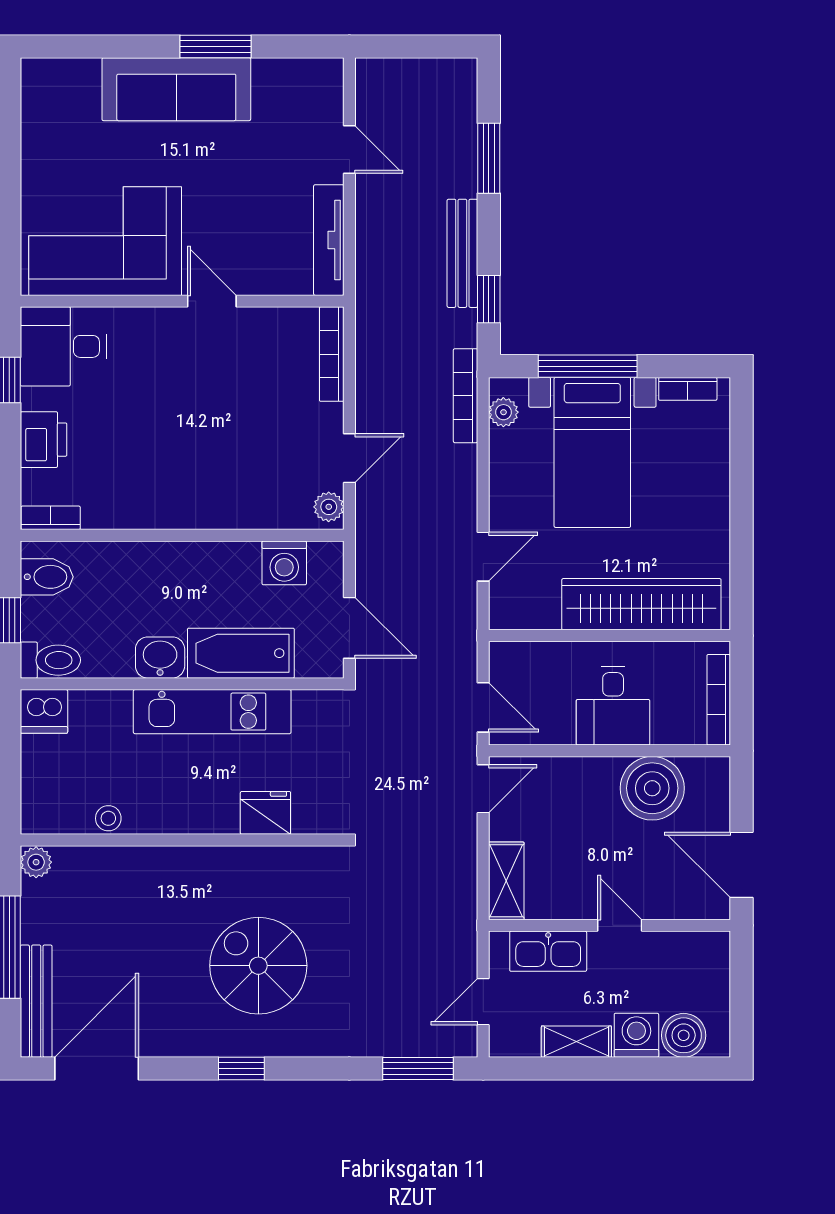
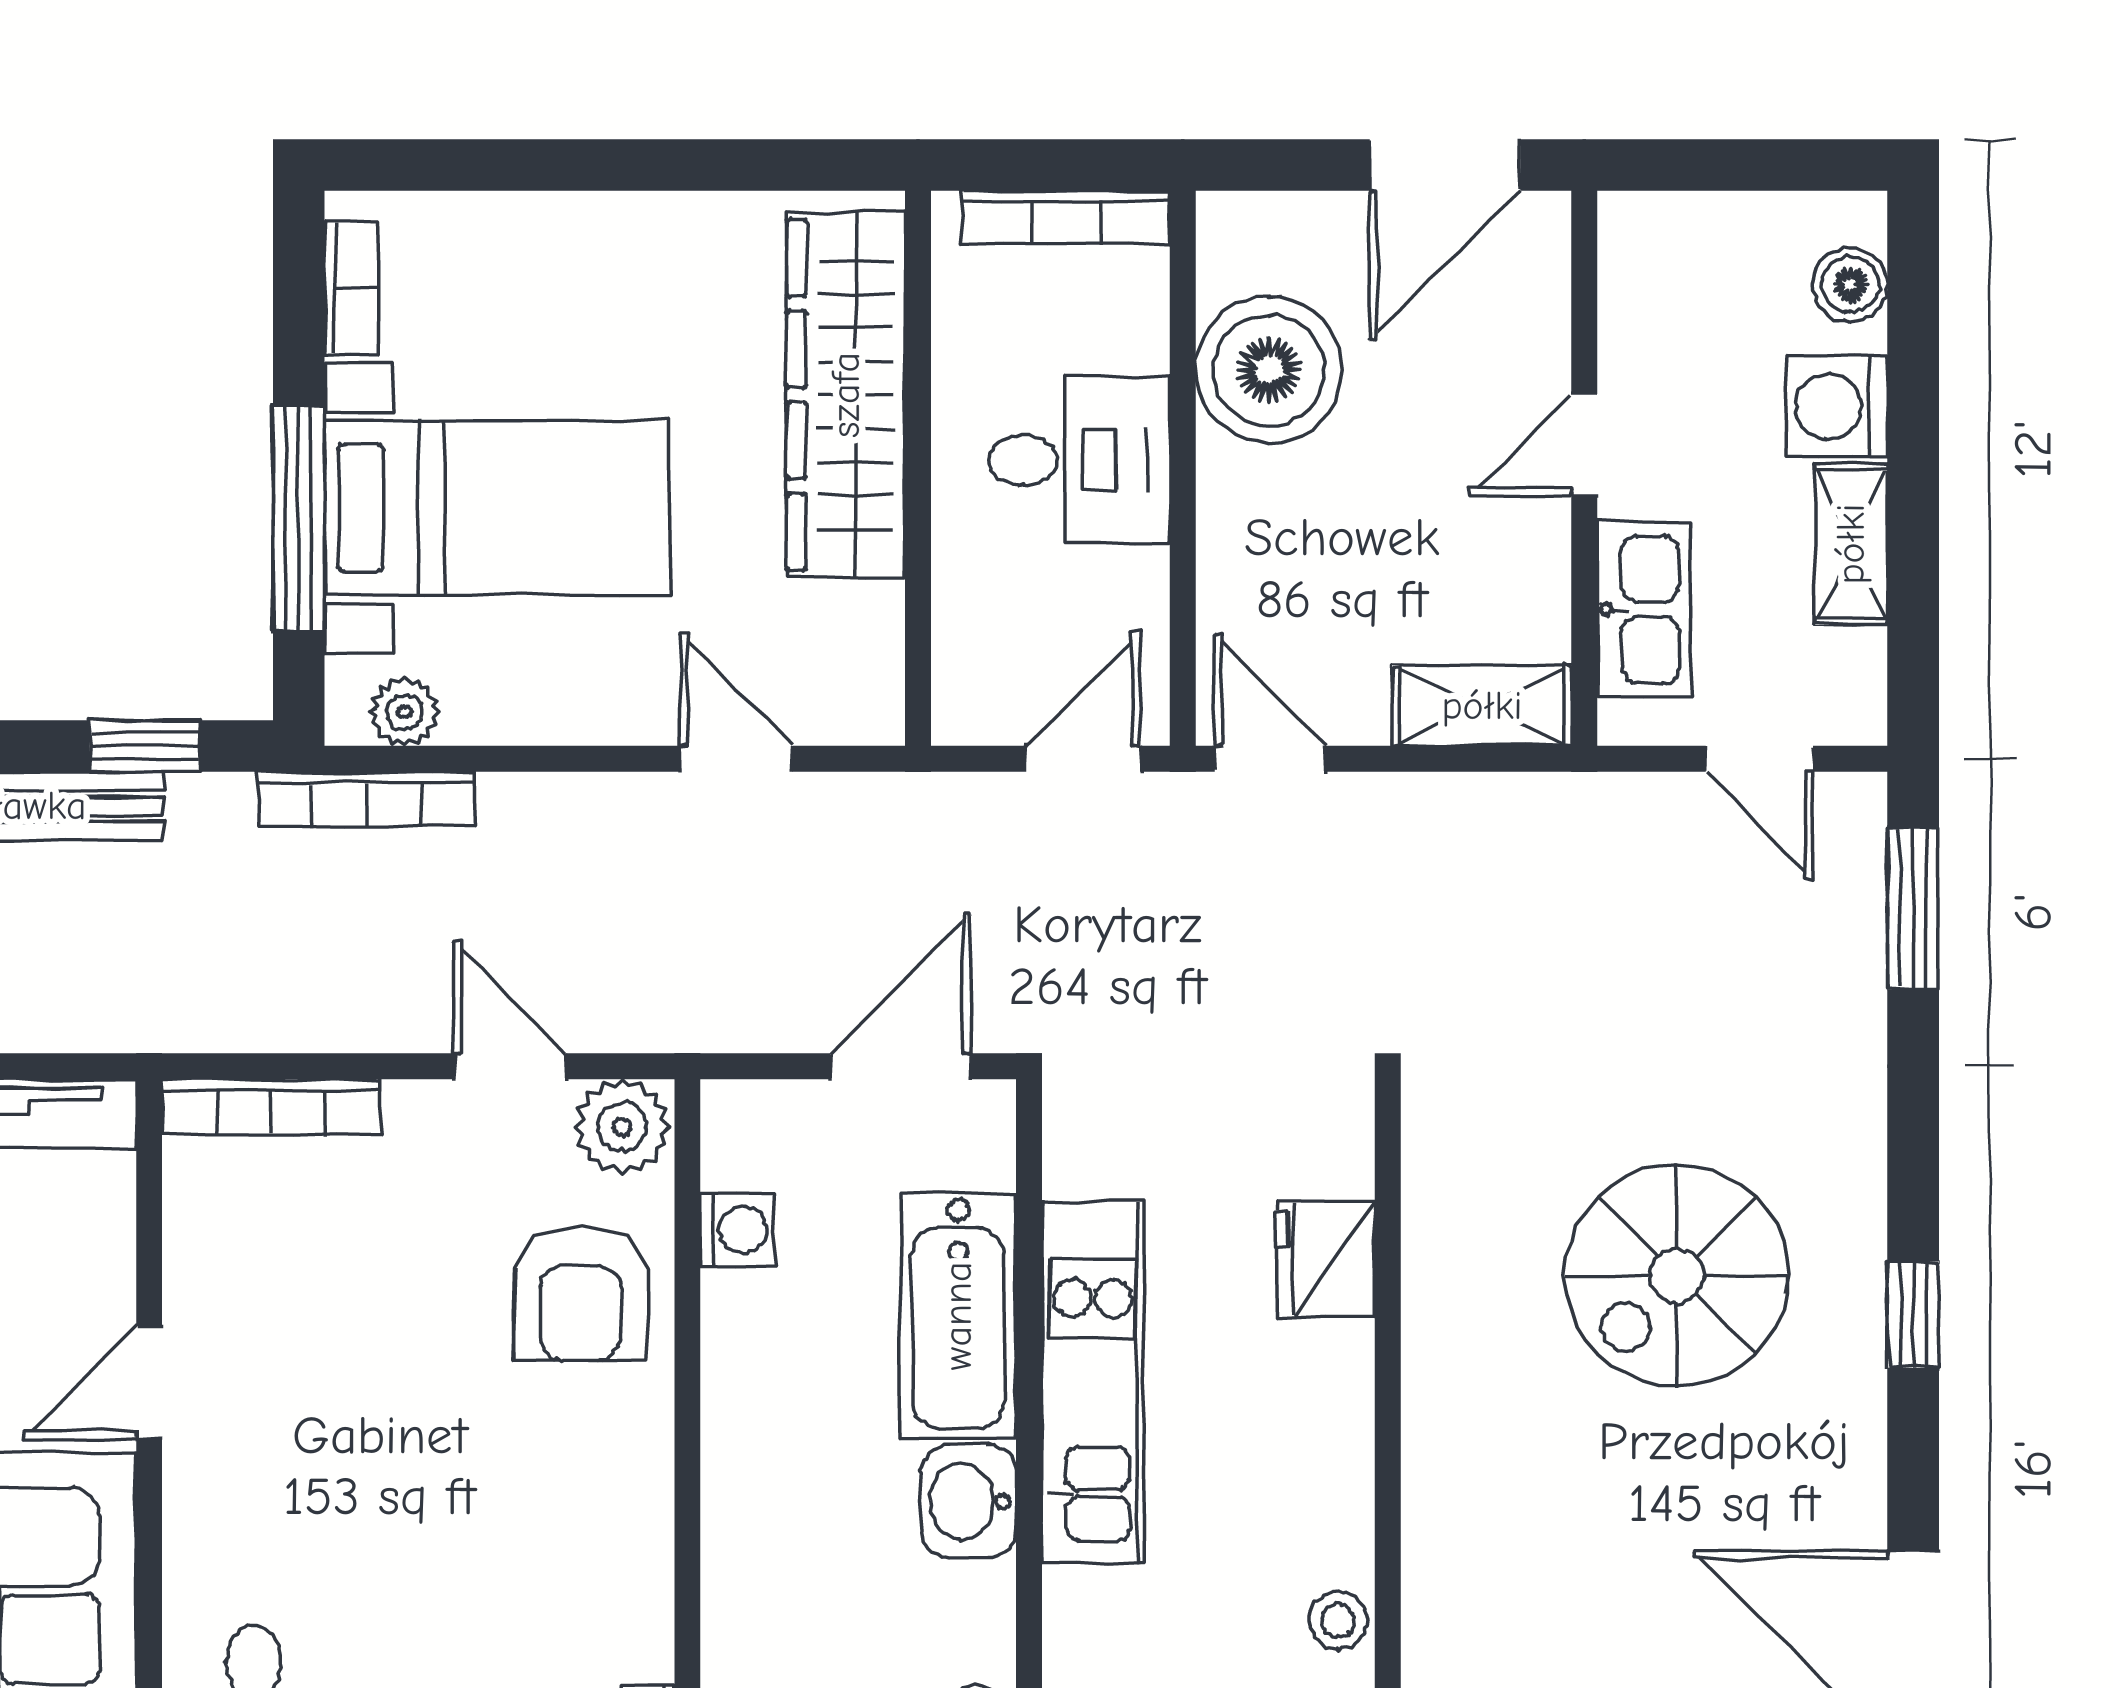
armchair: (250, 489) -> (581, 1294), added
plant: (329, 507) -> (622, 1127), width x1.38, depth x1.38
washing machine: (284, 563) -> (737, 1230), width x0.73, depth x0.73
boiler: (684, 1035) -> (1850, 284), width x0.73, depth x0.73

